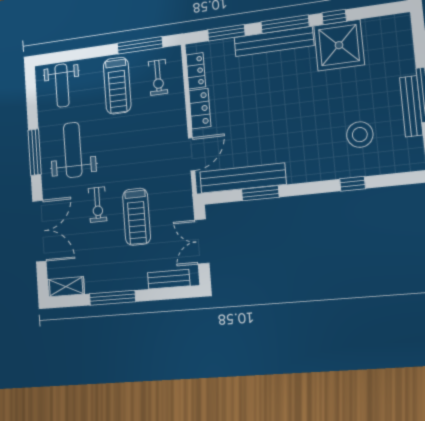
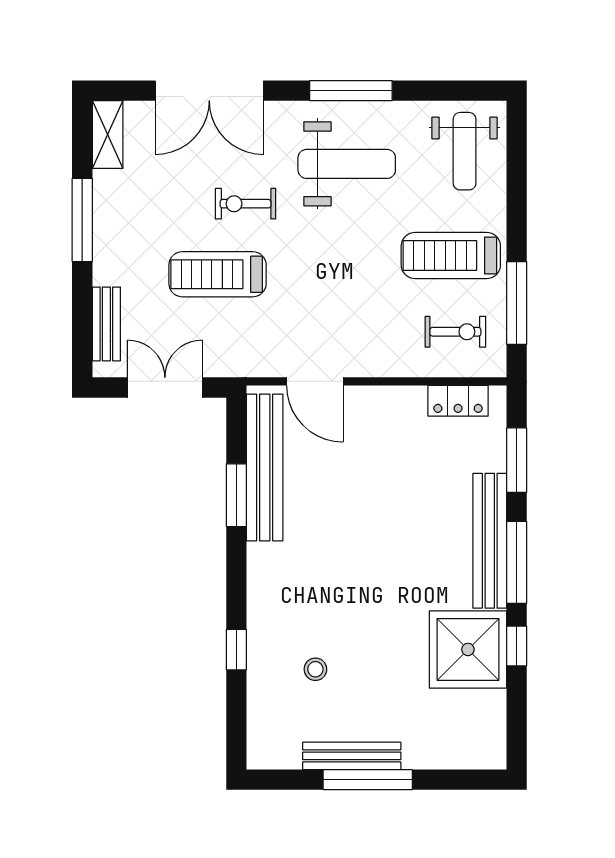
exercise bike: (158, 77) -> (455, 332), turned 180
weight bench: (62, 86) -> (465, 151), turned -90
locker: (200, 109) -> (392, 402), removed
stool: (360, 135) -> (315, 669), width x0.53, depth x0.53

